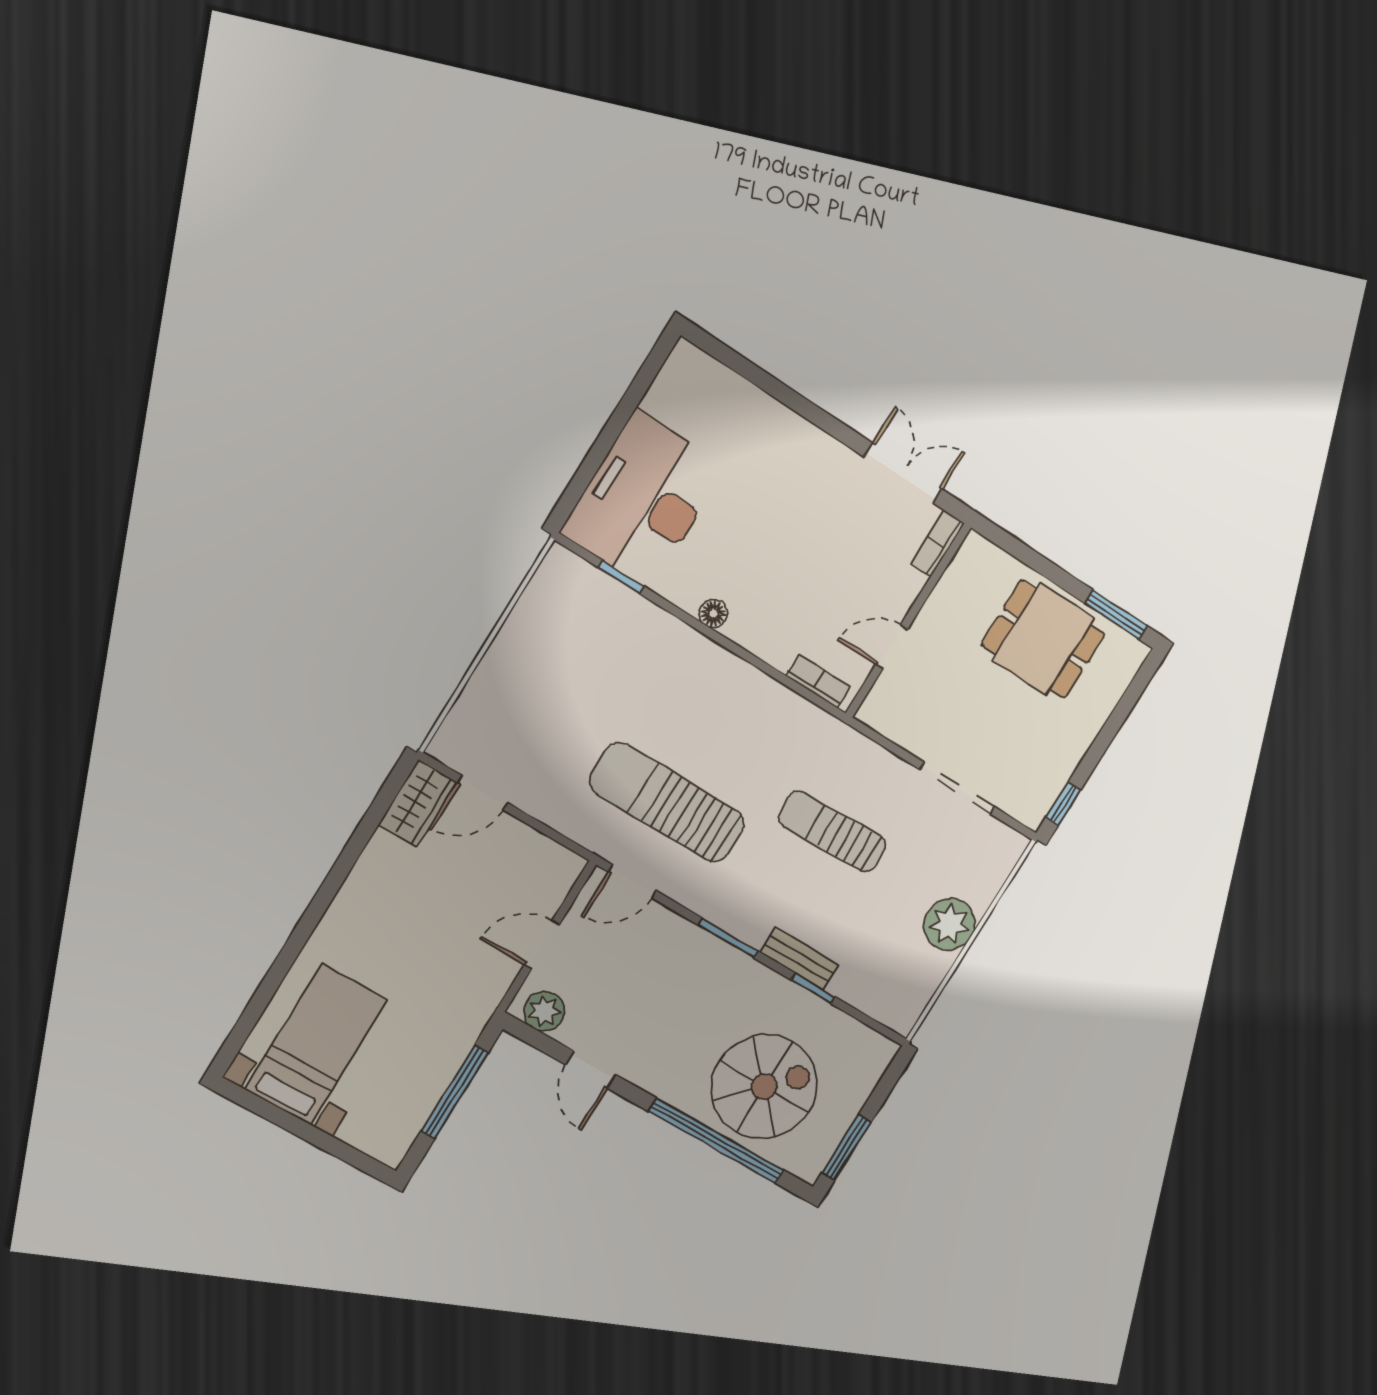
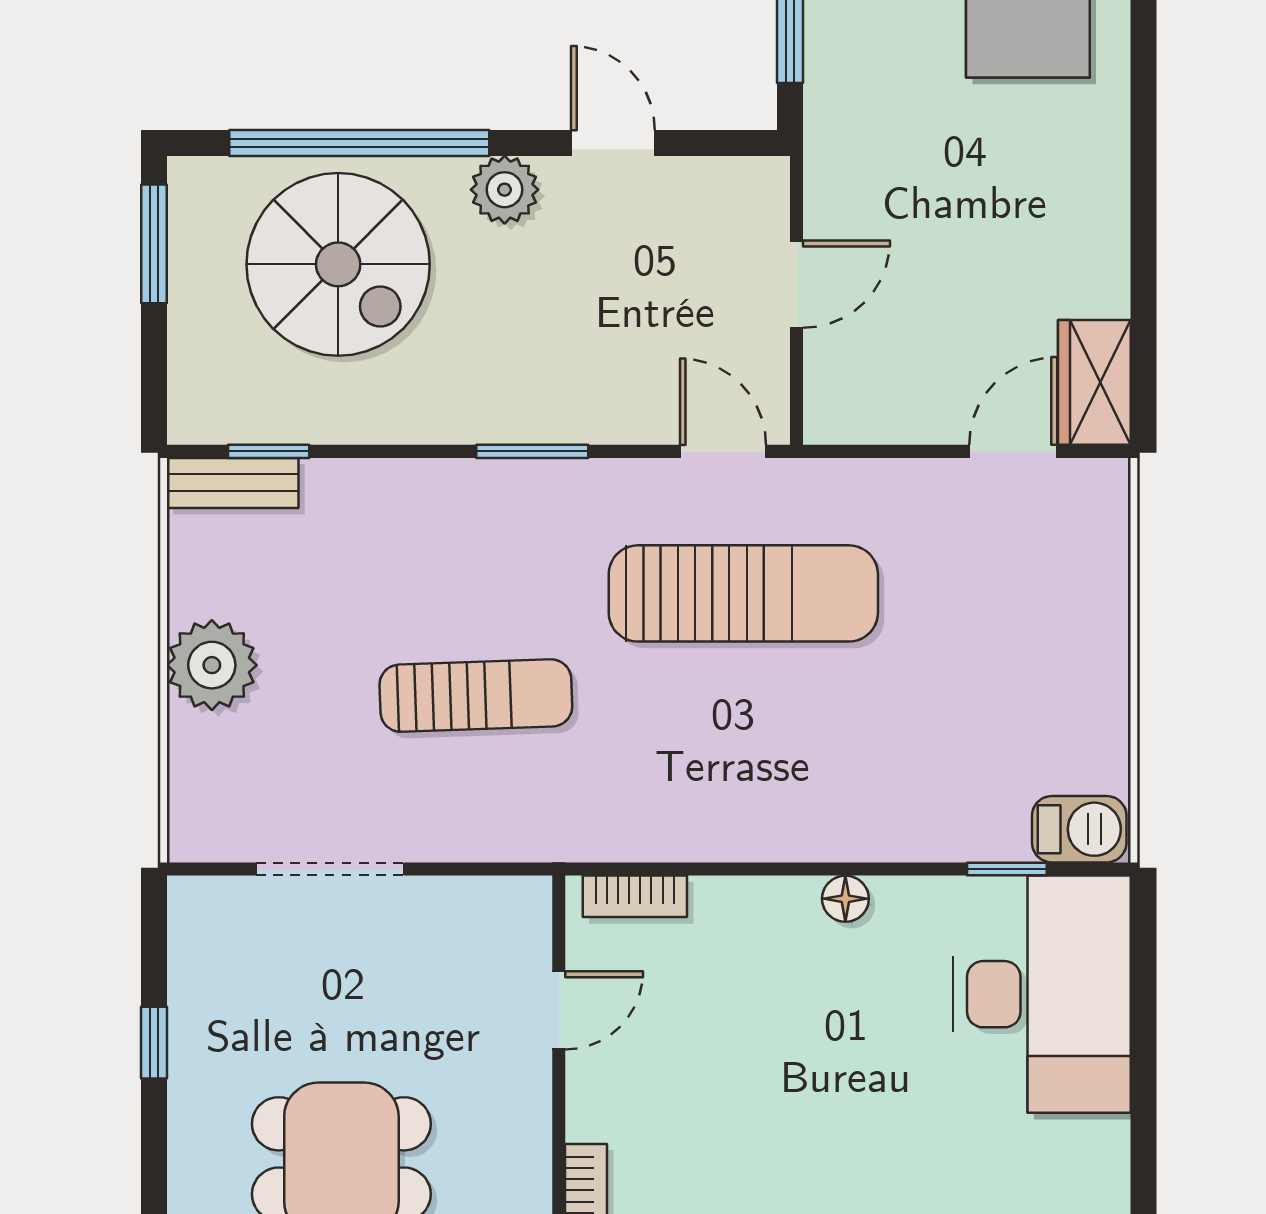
barbecue: (570, 574) -> (1079, 829), added
window: (1063, 804) -> (154, 1043), moved
door: (632, 881) -> (723, 451), hinge flipped
bench: (799, 959) -> (233, 483), moved
window: (813, 988) -> (269, 451), moved
plant: (544, 1011) -> (505, 190), moved
spiral stairs: (764, 1087) -> (338, 264), turned -90

